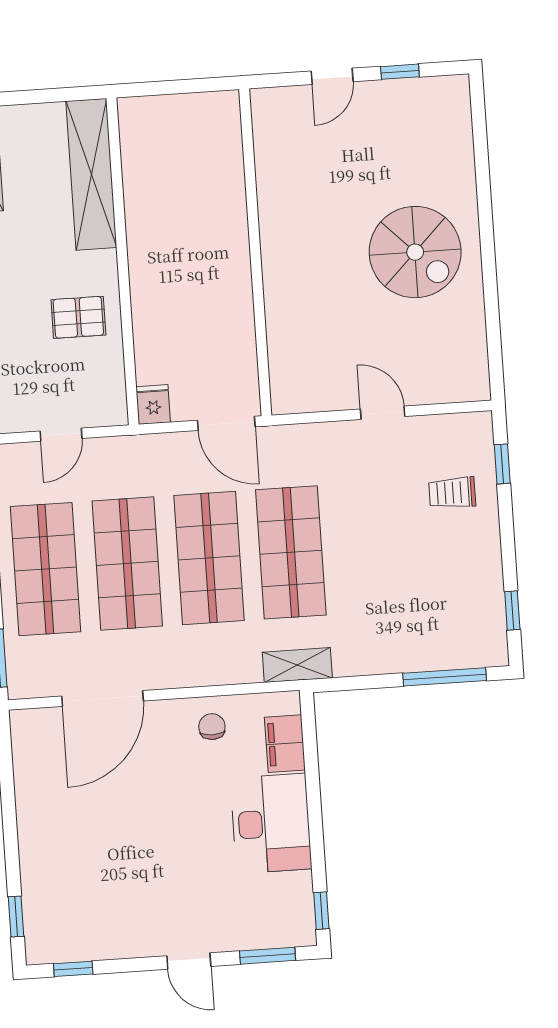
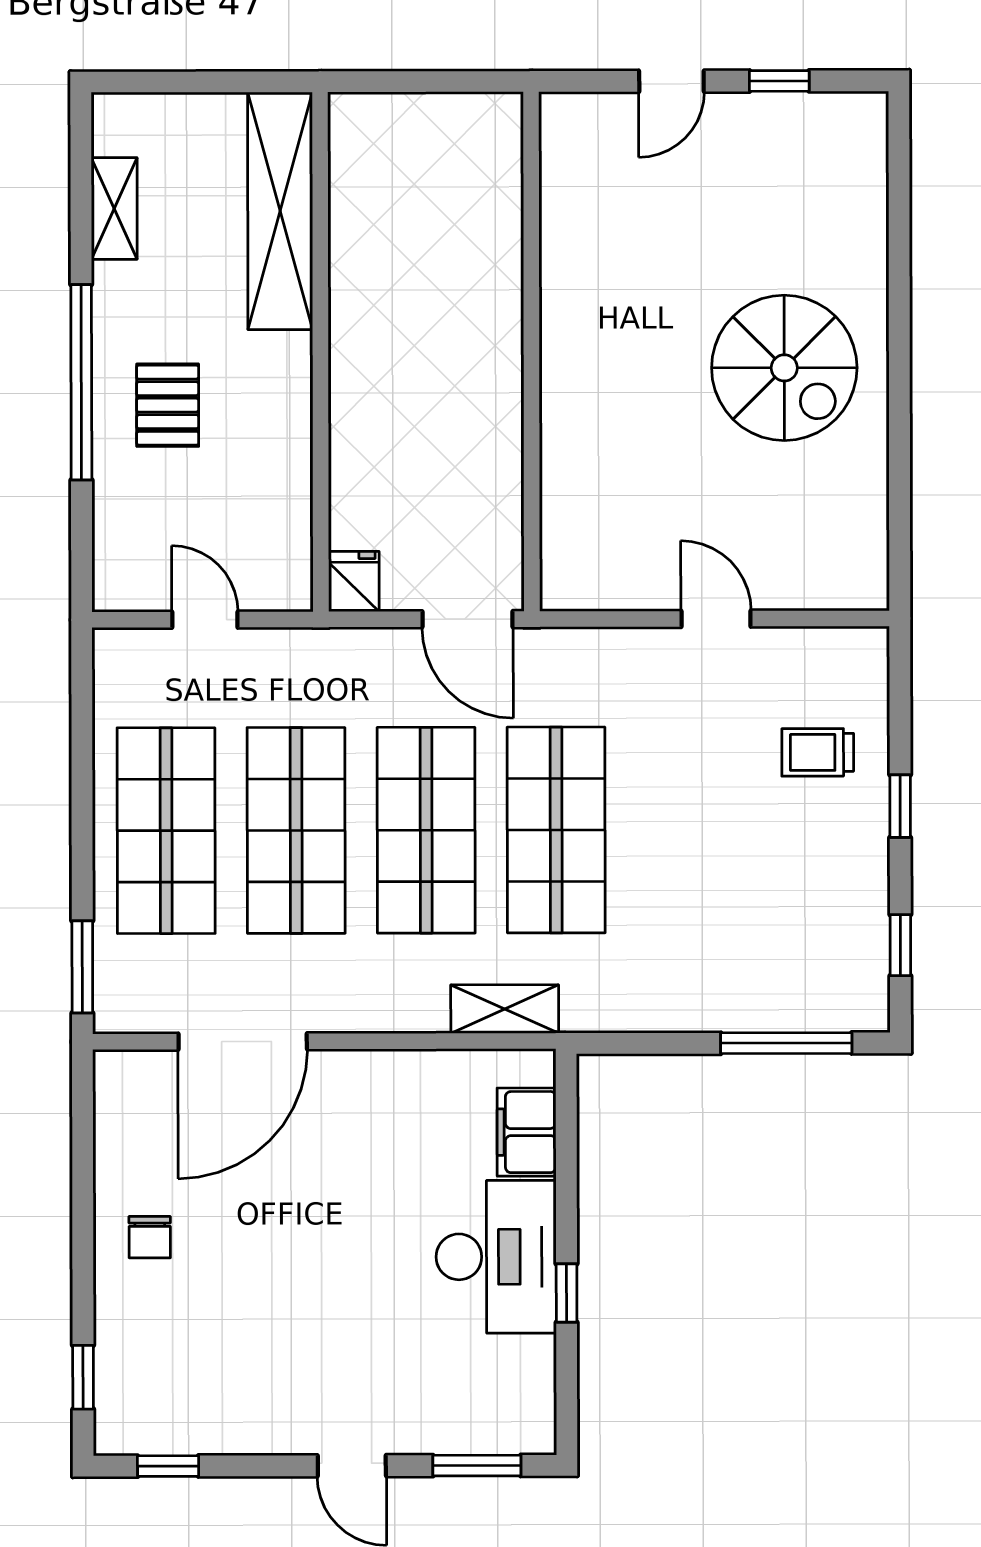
pallet: (78, 317) -> (168, 405), moved, turned 90
door: (61, 435) -> (205, 620), swing flipped
window: (502, 464) -> (900, 806), moved
shelving: (297, 665) -> (505, 1009), moved
chair: (212, 727) -> (150, 1237), moved, turned 180
window: (321, 911) -> (567, 1293), moved

